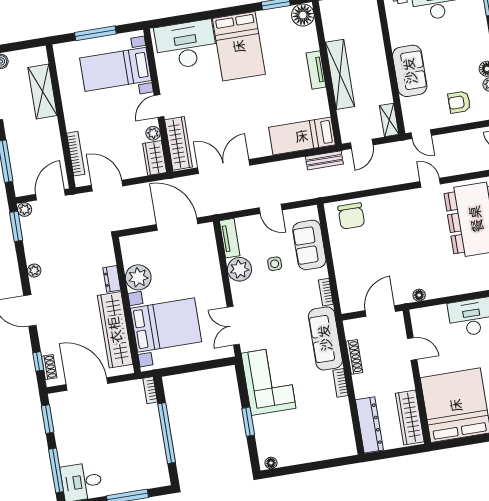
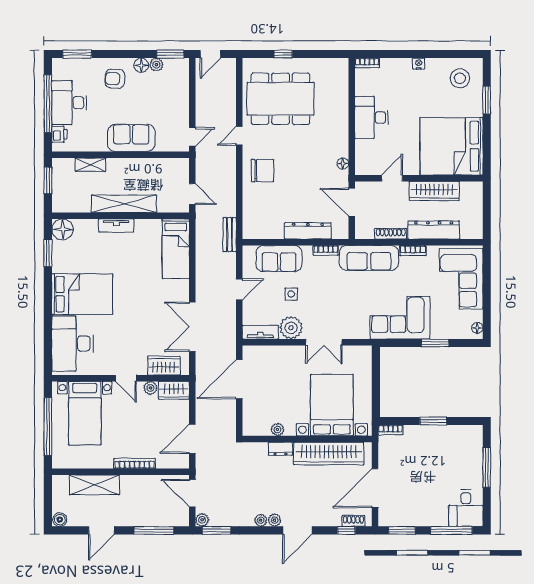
window: (95, 33) -> (48, 427), width x1.46
armchair: (459, 102) -> (115, 79), moved, turned 94
shelving: (389, 120) -> (90, 165), moved
wardrobe: (179, 143) -> (164, 366), width x0.67
bookcase: (76, 154) -> (135, 463), moved
bench: (324, 160) -> (230, 235), moved
chair: (351, 216) -> (263, 171), moved
dresser: (343, 270) -> (308, 231), added
plant: (138, 277) -> (277, 429), width x0.53, depth x0.53
plant: (37, 285) -> (275, 520), added
double door: (233, 326) -> (324, 342), moved
wardrobe: (410, 417) -> (434, 191), moved
dresser: (369, 425) -> (434, 230), moved
window: (167, 433) -> (433, 421), width x0.47
corner sofa: (319, 438) -> (461, 279), added

